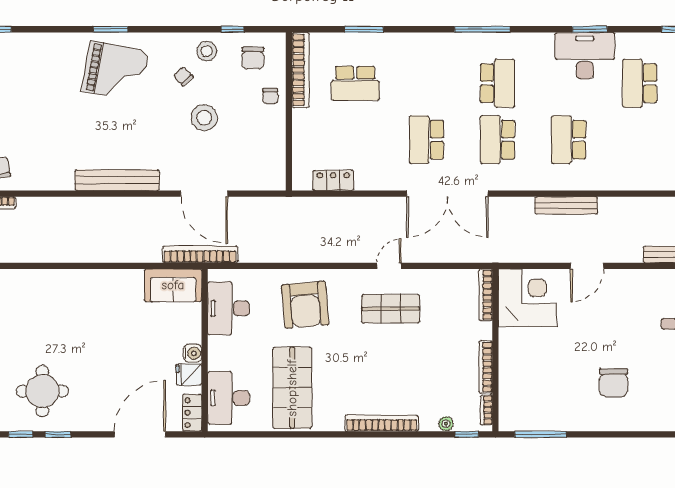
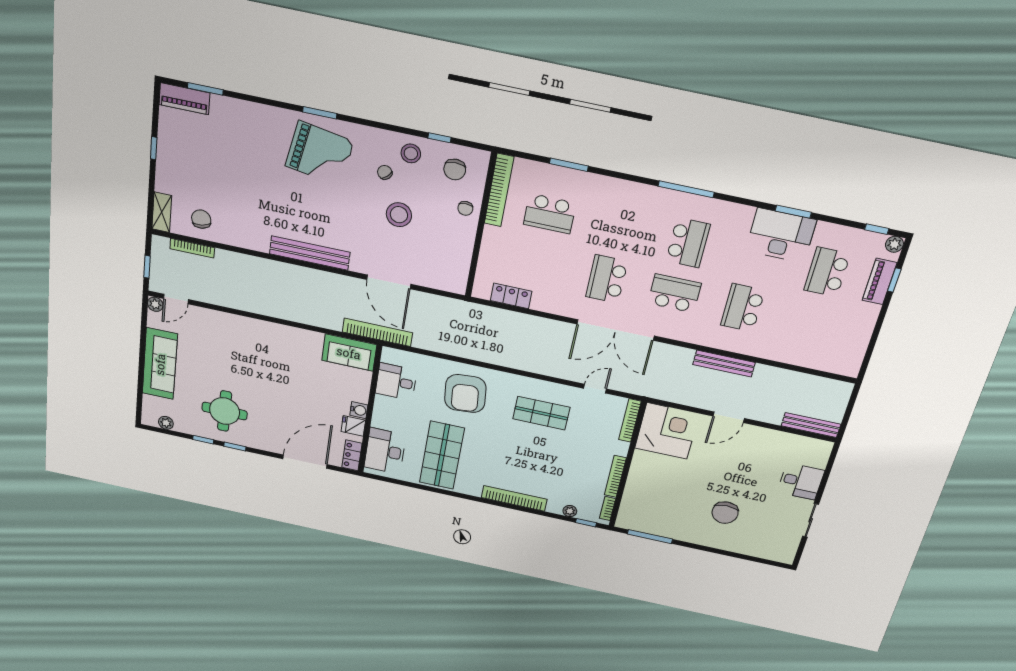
school desk: (497, 140) -> (675, 293), turned 90
door: (389, 266) -> (595, 389), moved
desk: (229, 308) -> (396, 382), width x0.73

